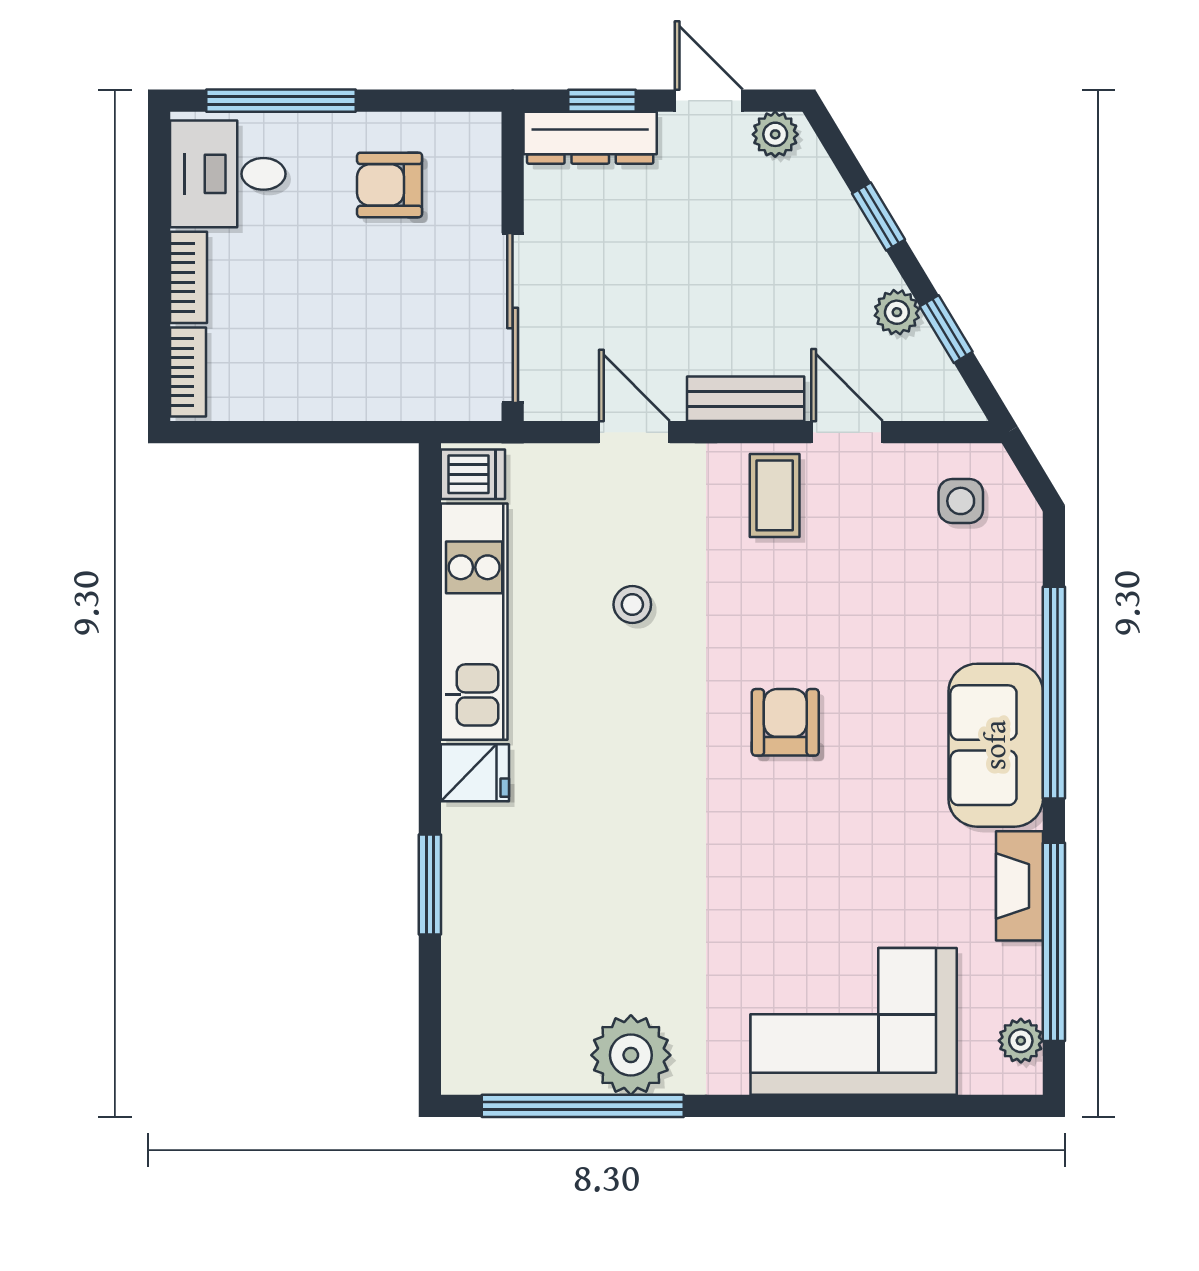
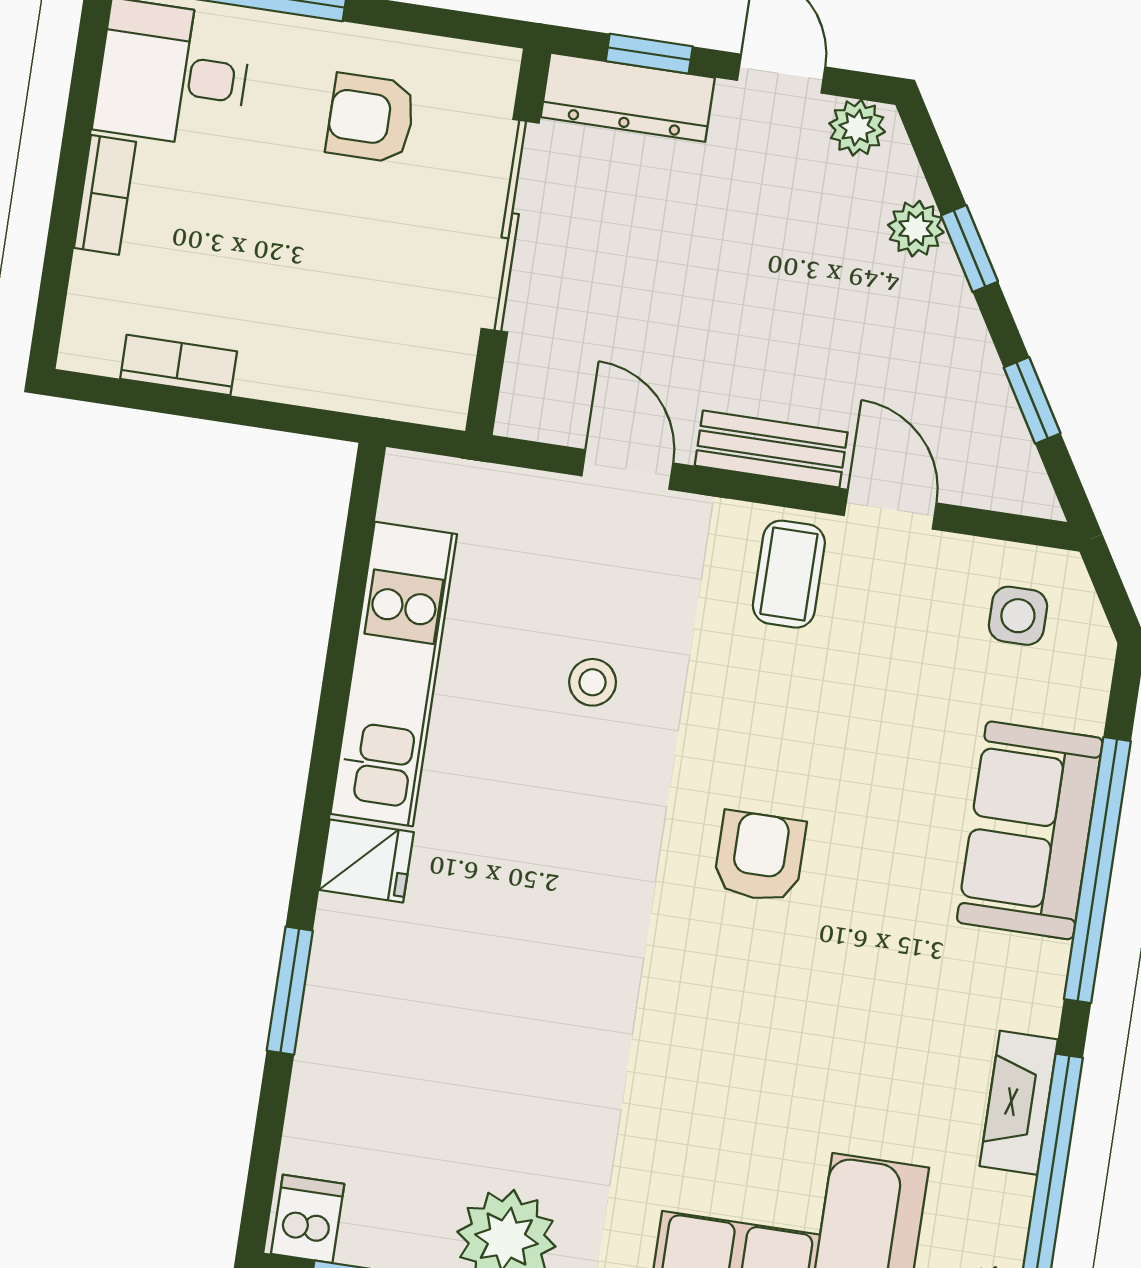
plant: (897, 312) -> (916, 229), moved
sliding door: (513, 318) -> (510, 226), moved
bookcase: (188, 372) -> (179, 365), moved, turned -90
dishwasher: (473, 474) -> (308, 1219), moved, turned -90
sofa: (996, 745) -> (1030, 830), moved

